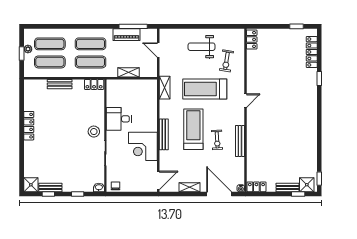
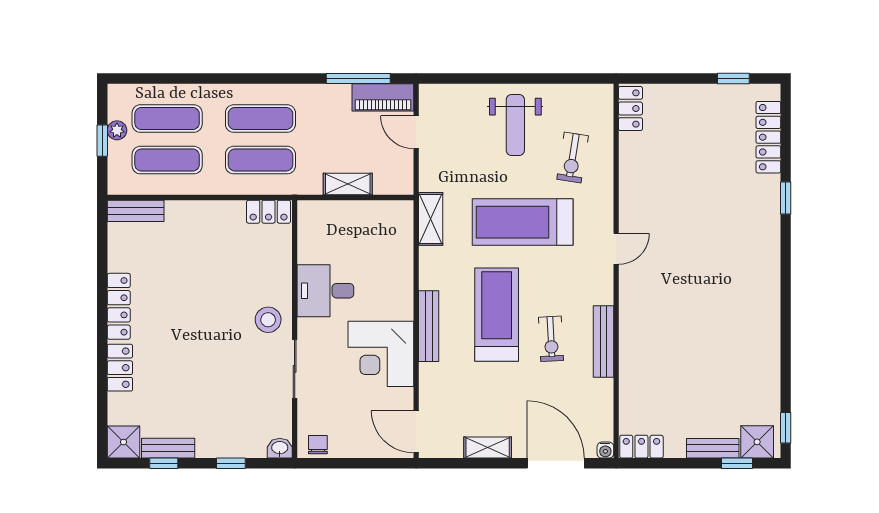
piano: (127, 35) -> (383, 97), moved
weight bench: (202, 47) -> (515, 125), turned -90
bench: (60, 84) -> (136, 211), moved
locker: (29, 152) -> (120, 368), added
door: (158, 180) -> (416, 432), swing flipped

